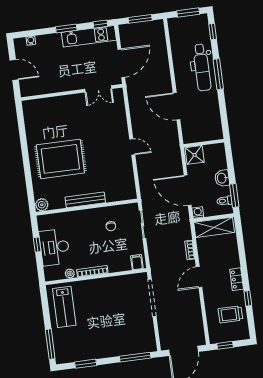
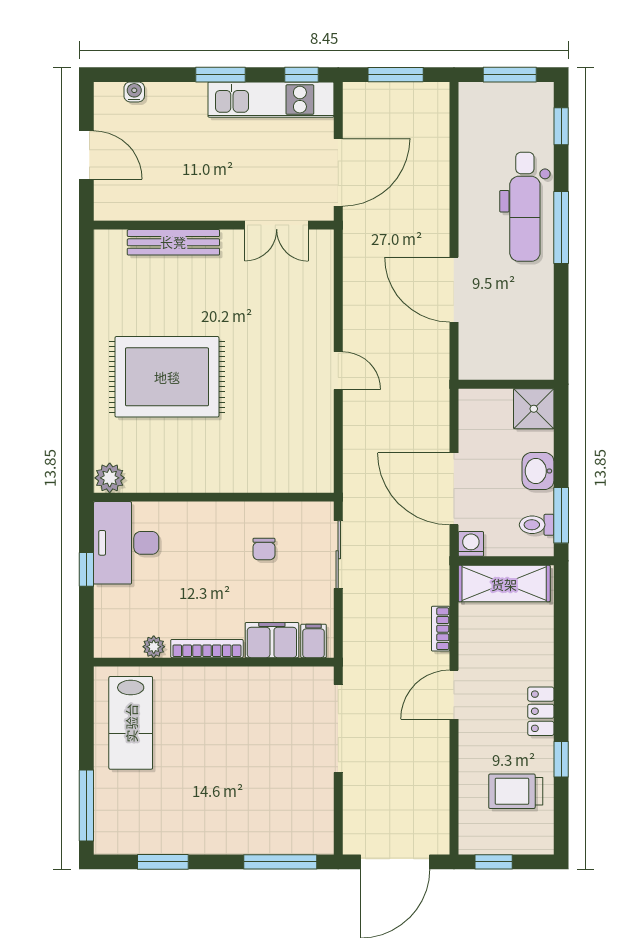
shower: (195, 155) -> (534, 409), moved
bench: (85, 200) -> (173, 242), moved
desk: (55, 247) -> (126, 543), moved
filing cabinet: (119, 264) -> (272, 640), added

